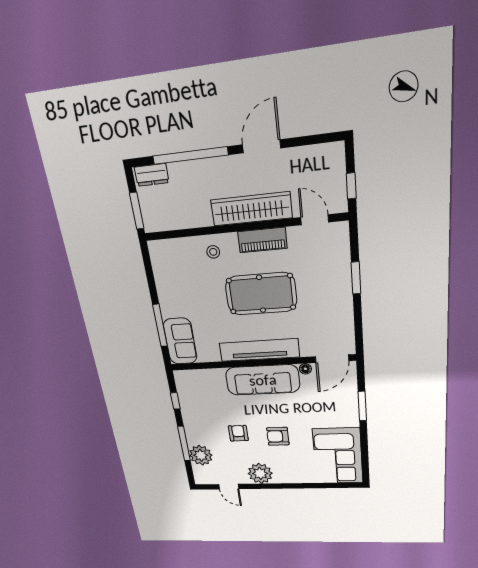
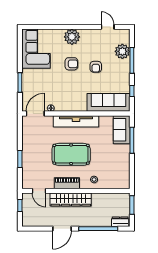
sofa: (263, 380) -> (109, 102), moved
plant: (260, 473) -> (72, 37), moved

